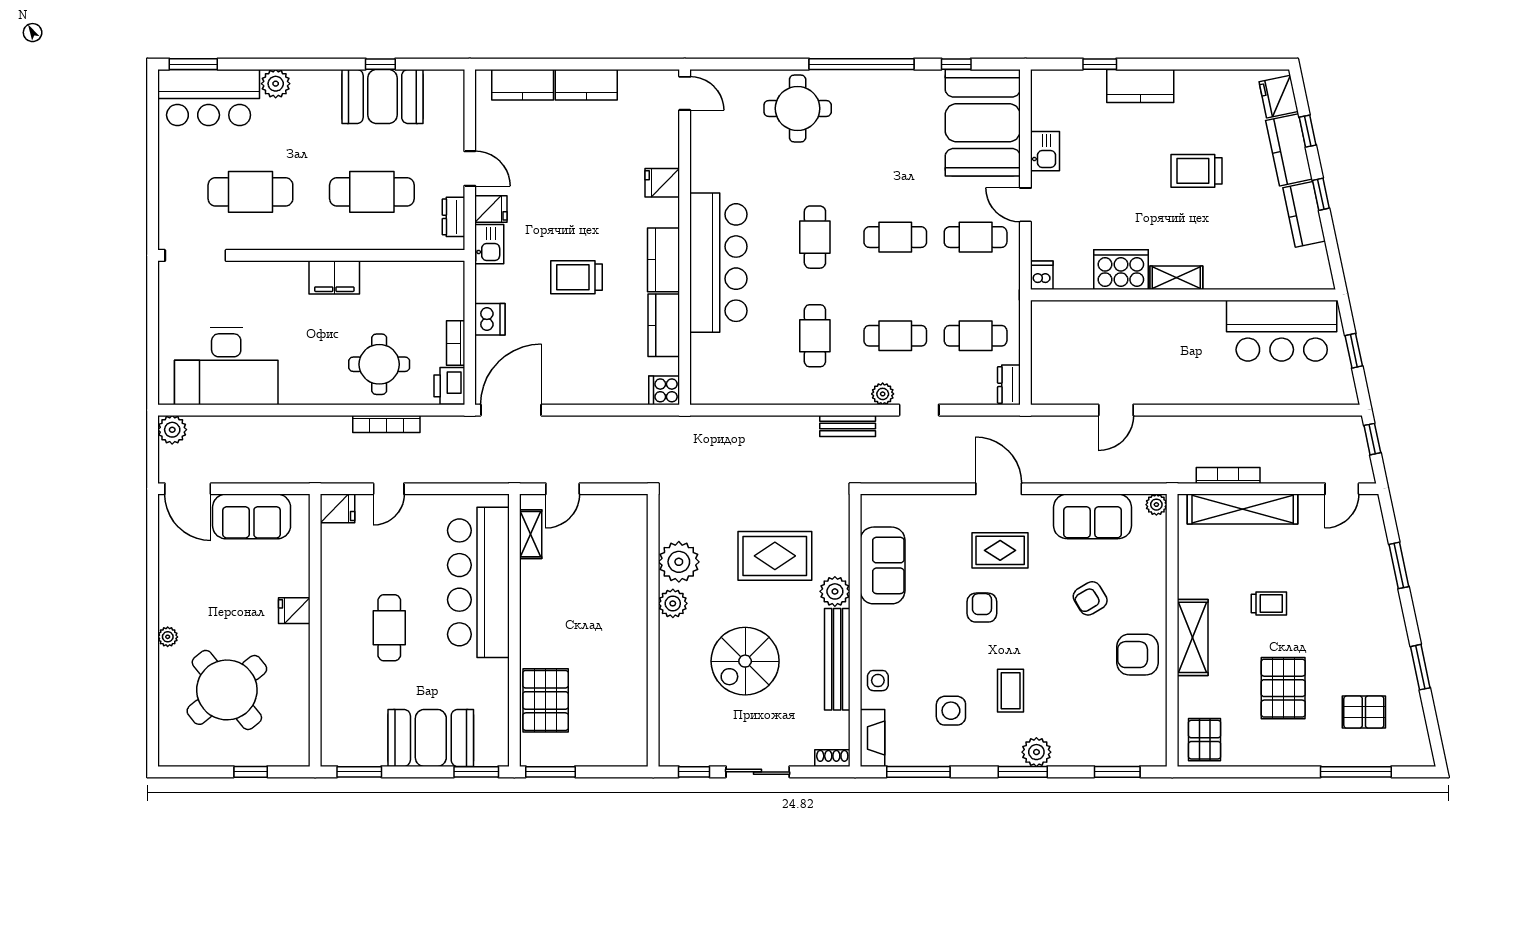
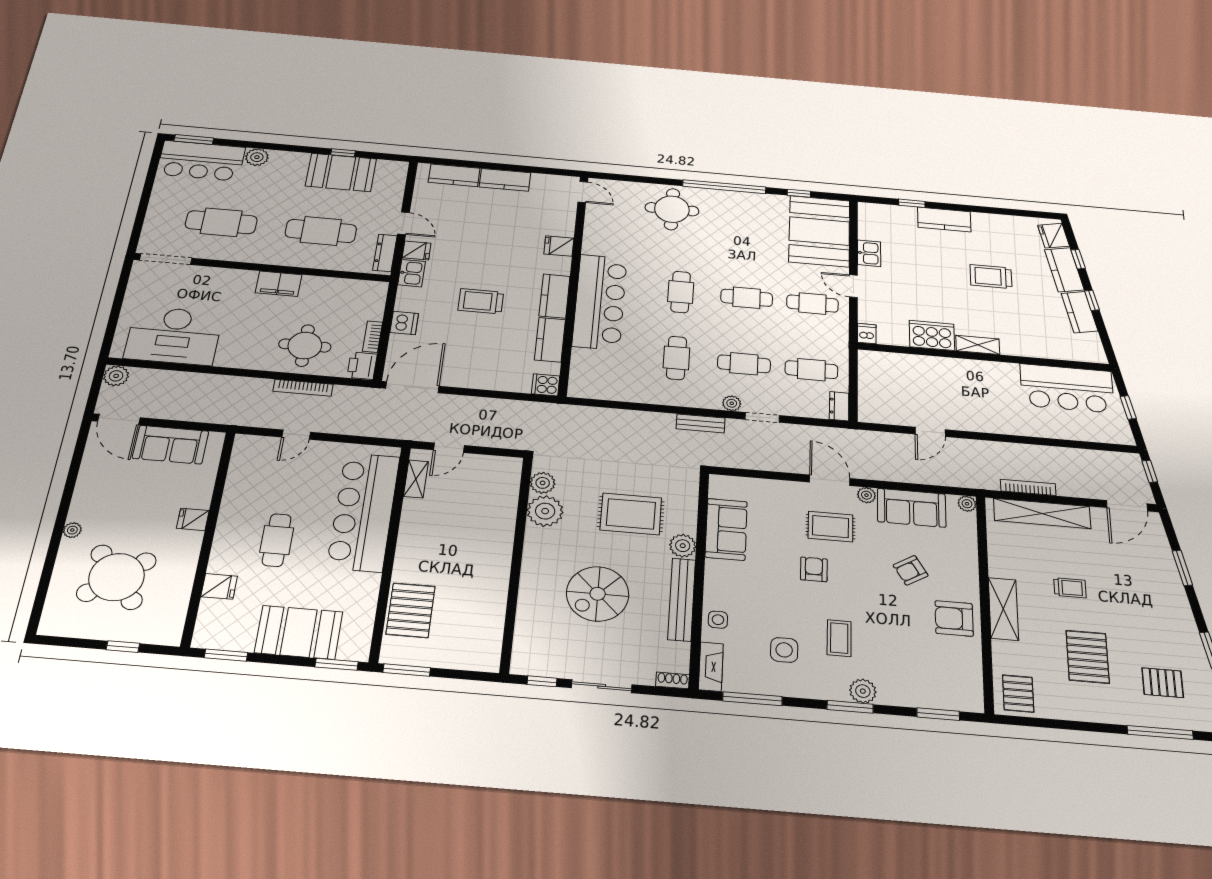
dresser: (453, 217) -> (385, 253), width x1.44
door: (1342, 489) -> (1127, 506), width x1.38
plant: (1041, 505) -> (866, 495), added
fridge: (338, 508) -> (219, 586), moved
plant: (673, 603) -> (543, 483), moved

